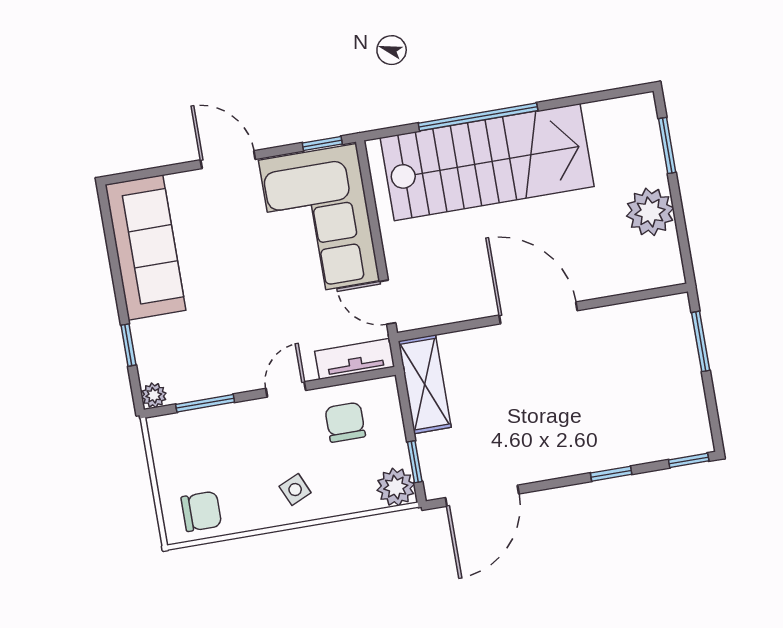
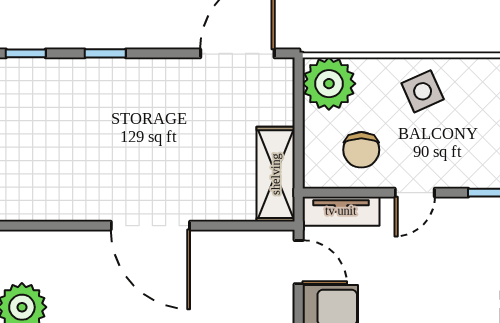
window: (415, 462) -> (299, 99), removed
plant: (396, 487) -> (329, 84), width x1.36, depth x1.36
side table: (295, 490) -> (423, 91), width x1.37, depth x1.37

